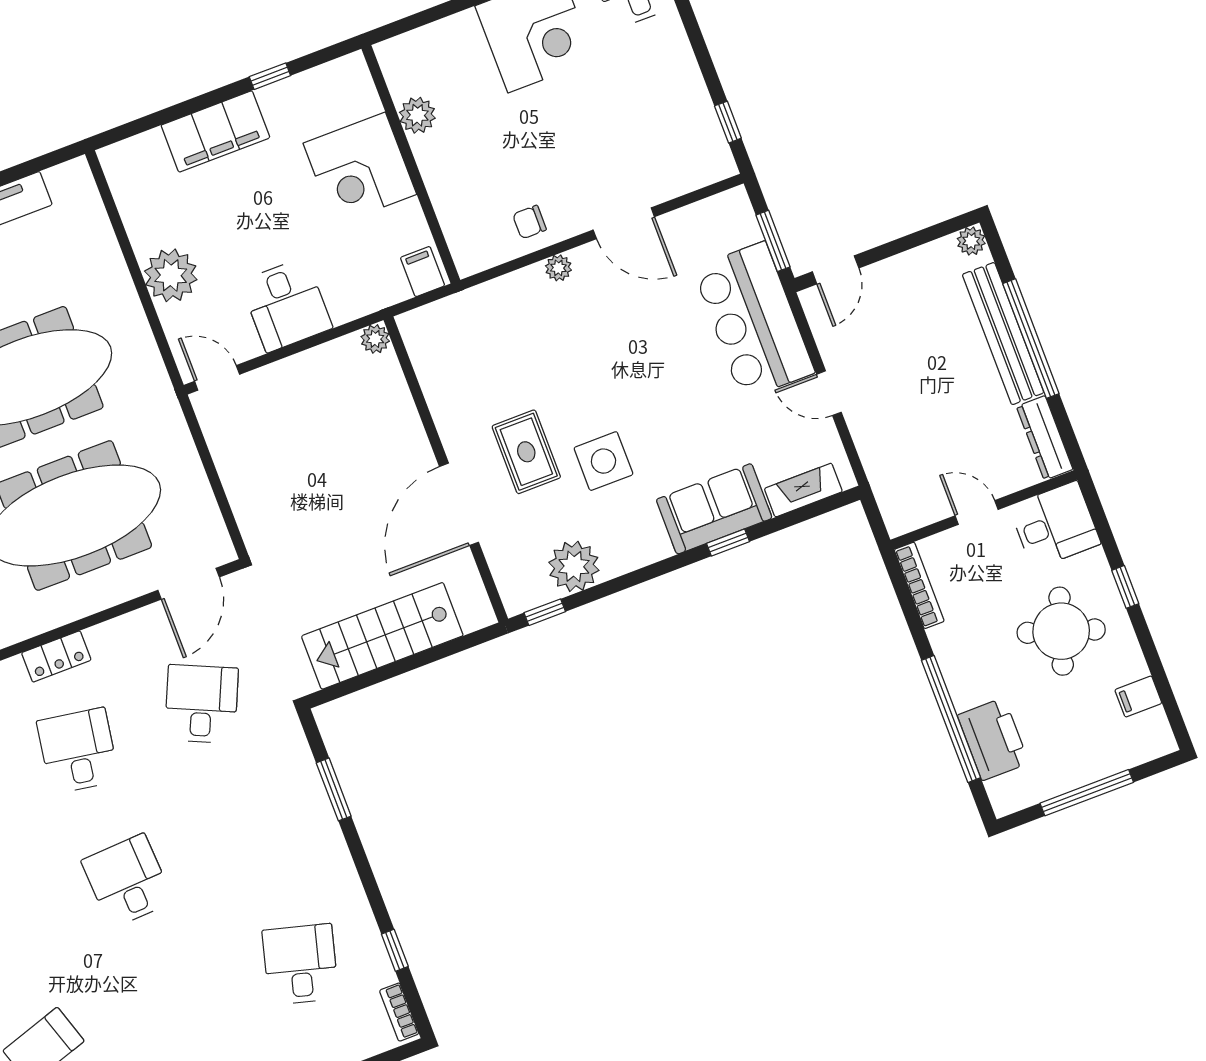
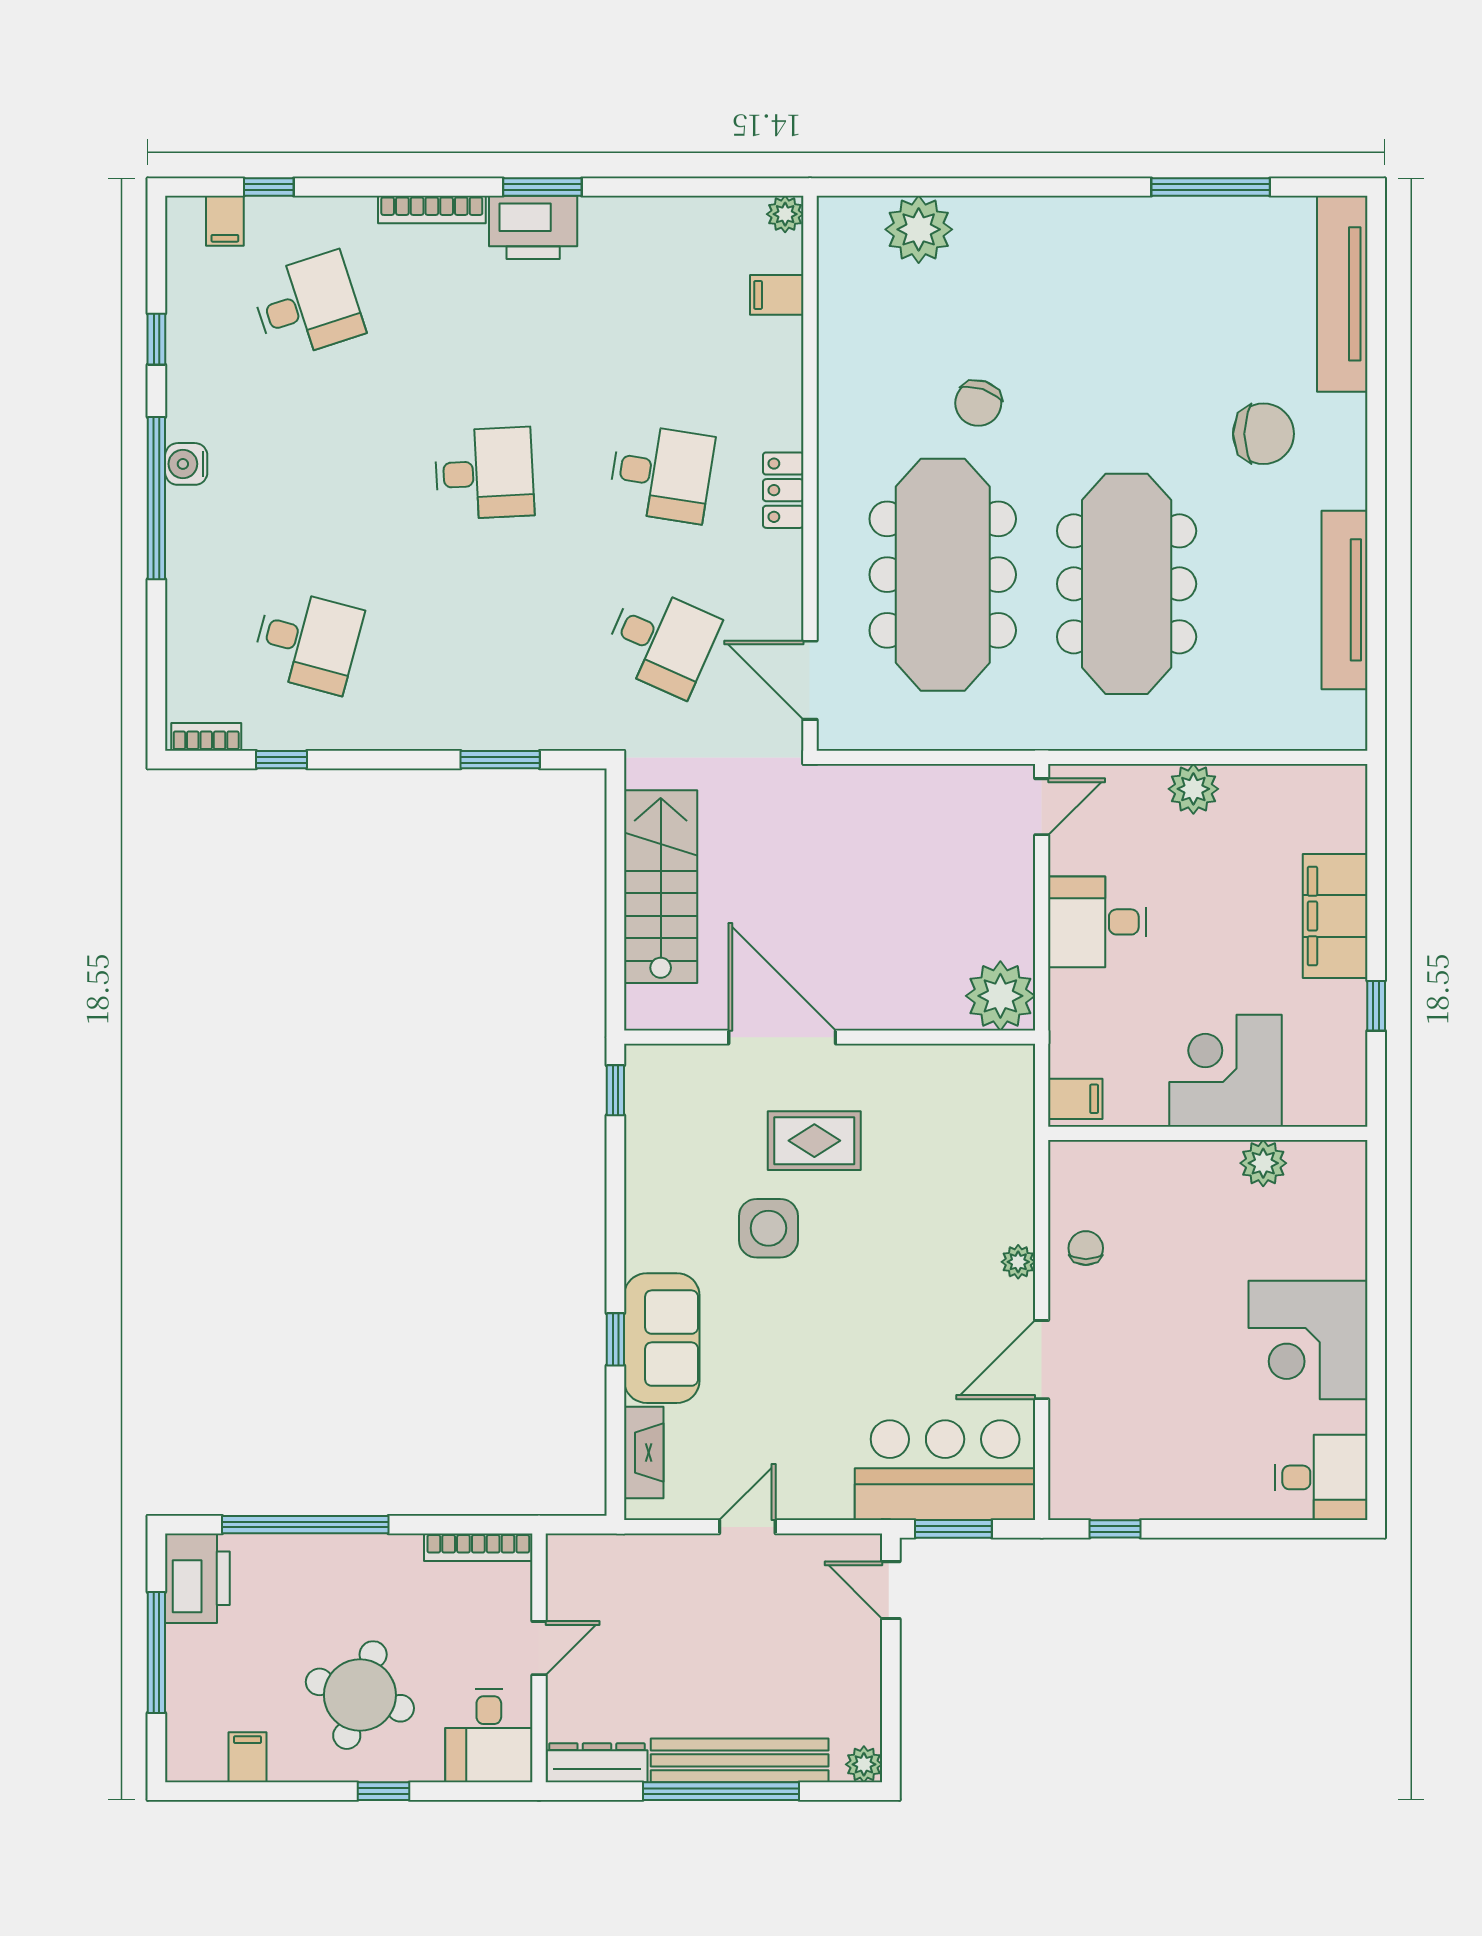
plant: (171, 275) -> (1193, 789), width x0.73, depth x0.73
bar counter: (754, 320) -> (945, 1470), moved
plant: (375, 339) -> (1000, 996), width x1.88, depth x1.88
plant: (574, 566) -> (657, 1146), removed
printer: (993, 739) -> (197, 1578), moved, turned -90

